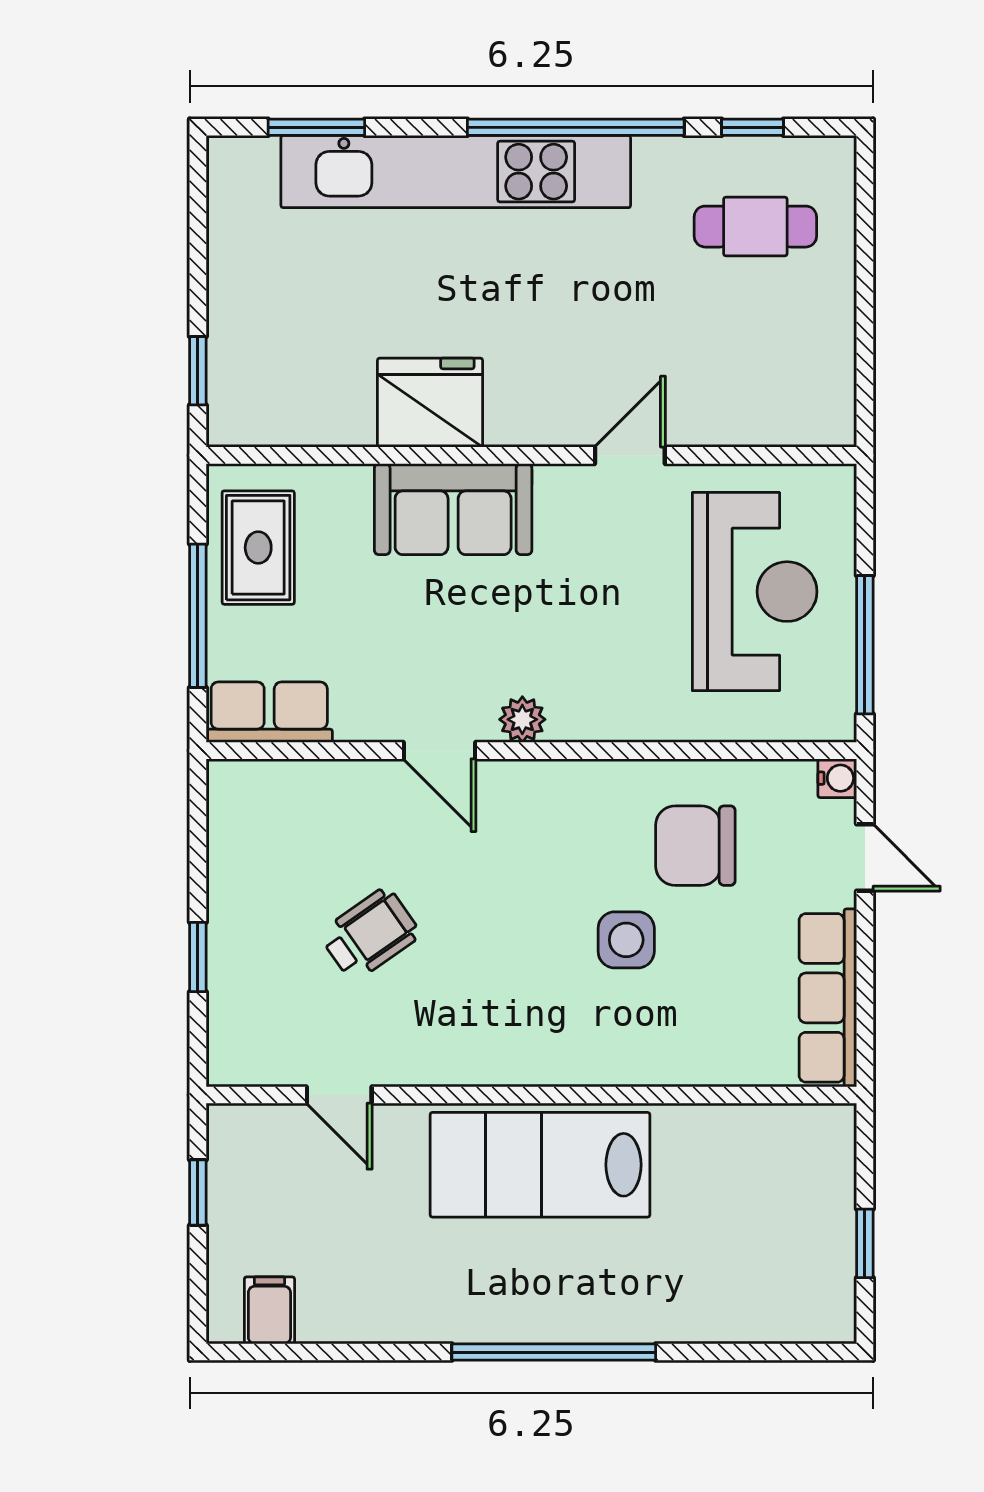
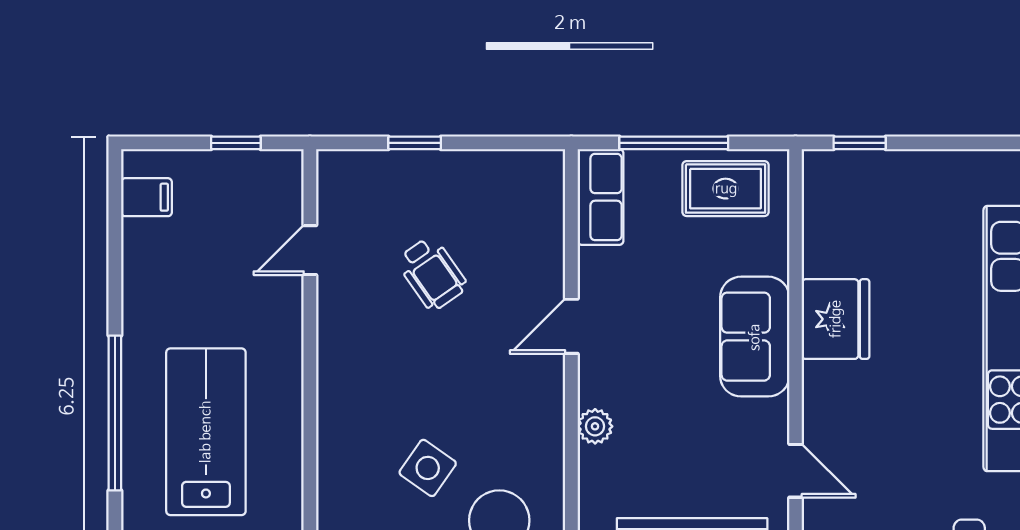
plant: (522, 719) -> (595, 426), moved
side table: (626, 940) -> (428, 468), turned 35
lab bench: (540, 1165) -> (206, 432), moved

